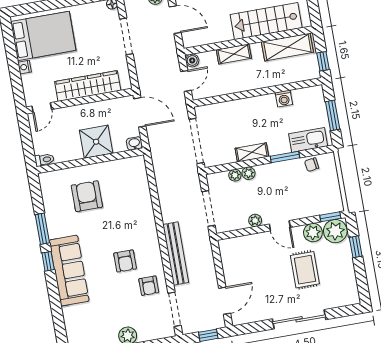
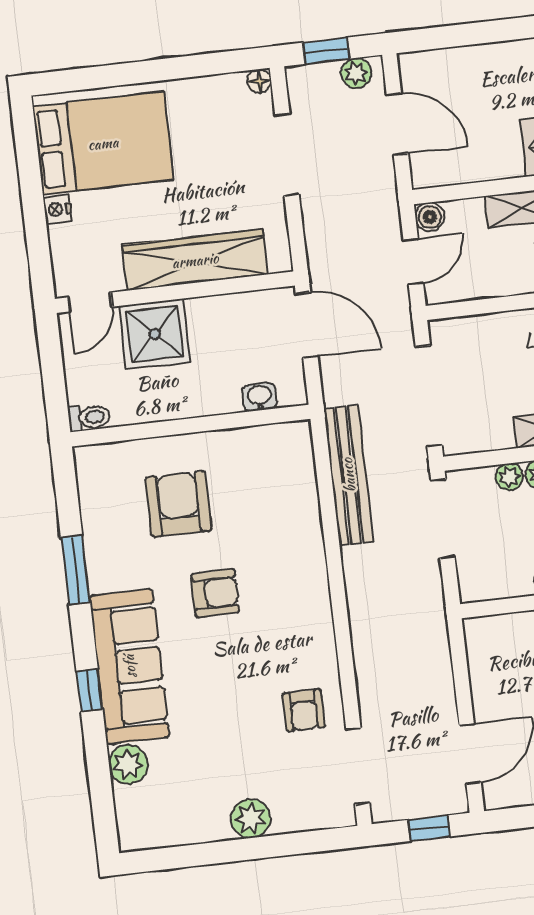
shower: (96, 142) -> (155, 334), moved
washbasin: (134, 143) -> (259, 397), moved
doorway: (208, 208) -> (443, 519), moved
bench: (176, 254) -> (348, 475), moved
window: (48, 261) -> (89, 690), moved
armchair: (125, 261) -> (215, 593), moved, turned -90
plant: (71, 315) -> (128, 764), added

